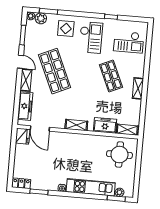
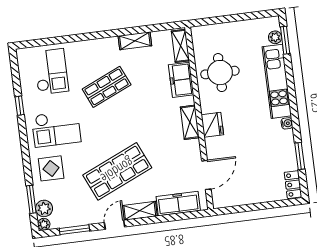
checkout: (91, 37) -> (56, 129), turned 180
shelving: (138, 88) -> (135, 41), moved
fridge: (23, 136) -> (212, 125), moved, turned 90
round table: (119, 155) -> (220, 73), moved

